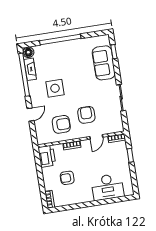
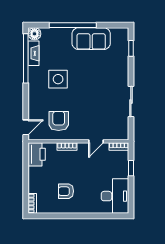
sofa: (104, 63) -> (91, 39), moved, turned -90
door: (31, 115) -> (26, 127), moved
armchair: (86, 115) -> (89, 115), removed
armchair: (61, 124) -> (59, 121), turned -90
armchair: (67, 178) -> (66, 191), moved
desk: (107, 187) -> (115, 196), moved, turned -90

